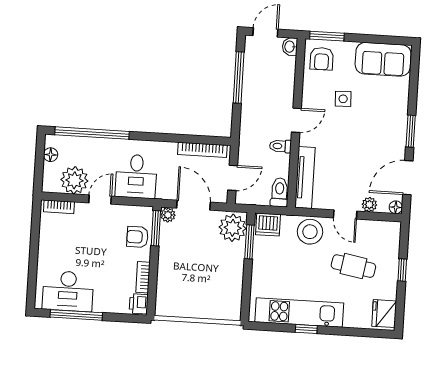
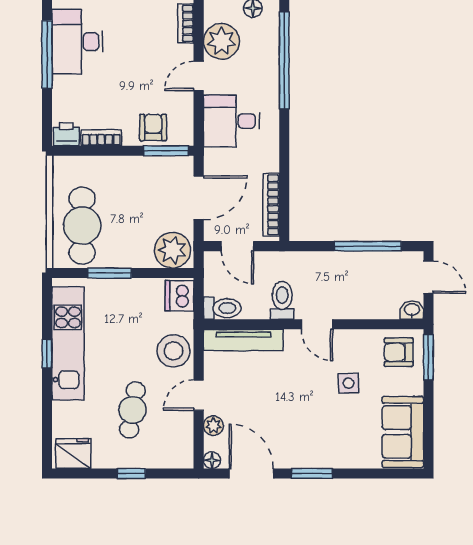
toilet: (280, 146) -> (282, 300), width x1.37, depth x1.39
door: (100, 199) -> (199, 76), swing flipped
plant: (168, 215) -> (184, 165), removed
window: (249, 242) -> (110, 273), moved
cafe table: (209, 296) -> (82, 226), added

